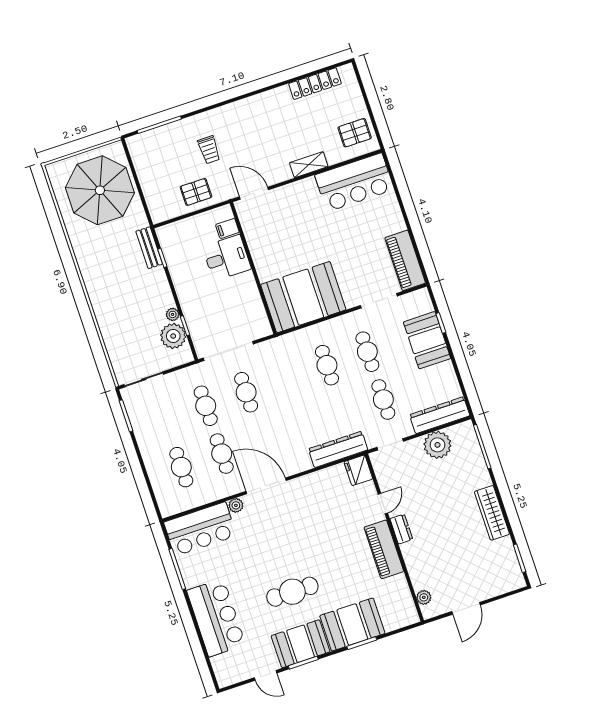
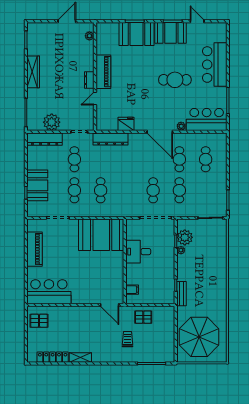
shelving: (309, 165) -> (80, 357), moved
desk: (227, 258) -> (138, 252), moved
piano: (405, 260) -> (35, 249), moved
fridge: (358, 470) -> (126, 124), moved, turned -90
cafe table: (292, 592) -> (175, 80), moved

